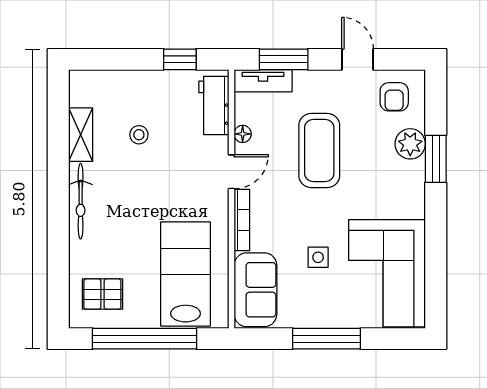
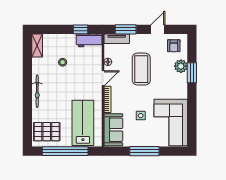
door: (358, 59) -> (158, 29), hinge flipped
workbench: (214, 105) -> (89, 40), moved, turned -90
shelving: (81, 135) -> (37, 46), moved
pallet: (102, 294) -> (47, 132), width x1.50, depth x1.42

